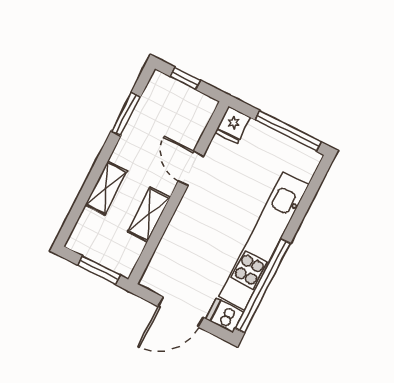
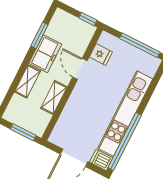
window: (185, 78) -> (88, 19), moved
fridge: (233, 125) -> (101, 55), moved, turned -90
freezer: (135, 144) -> (45, 54), added

